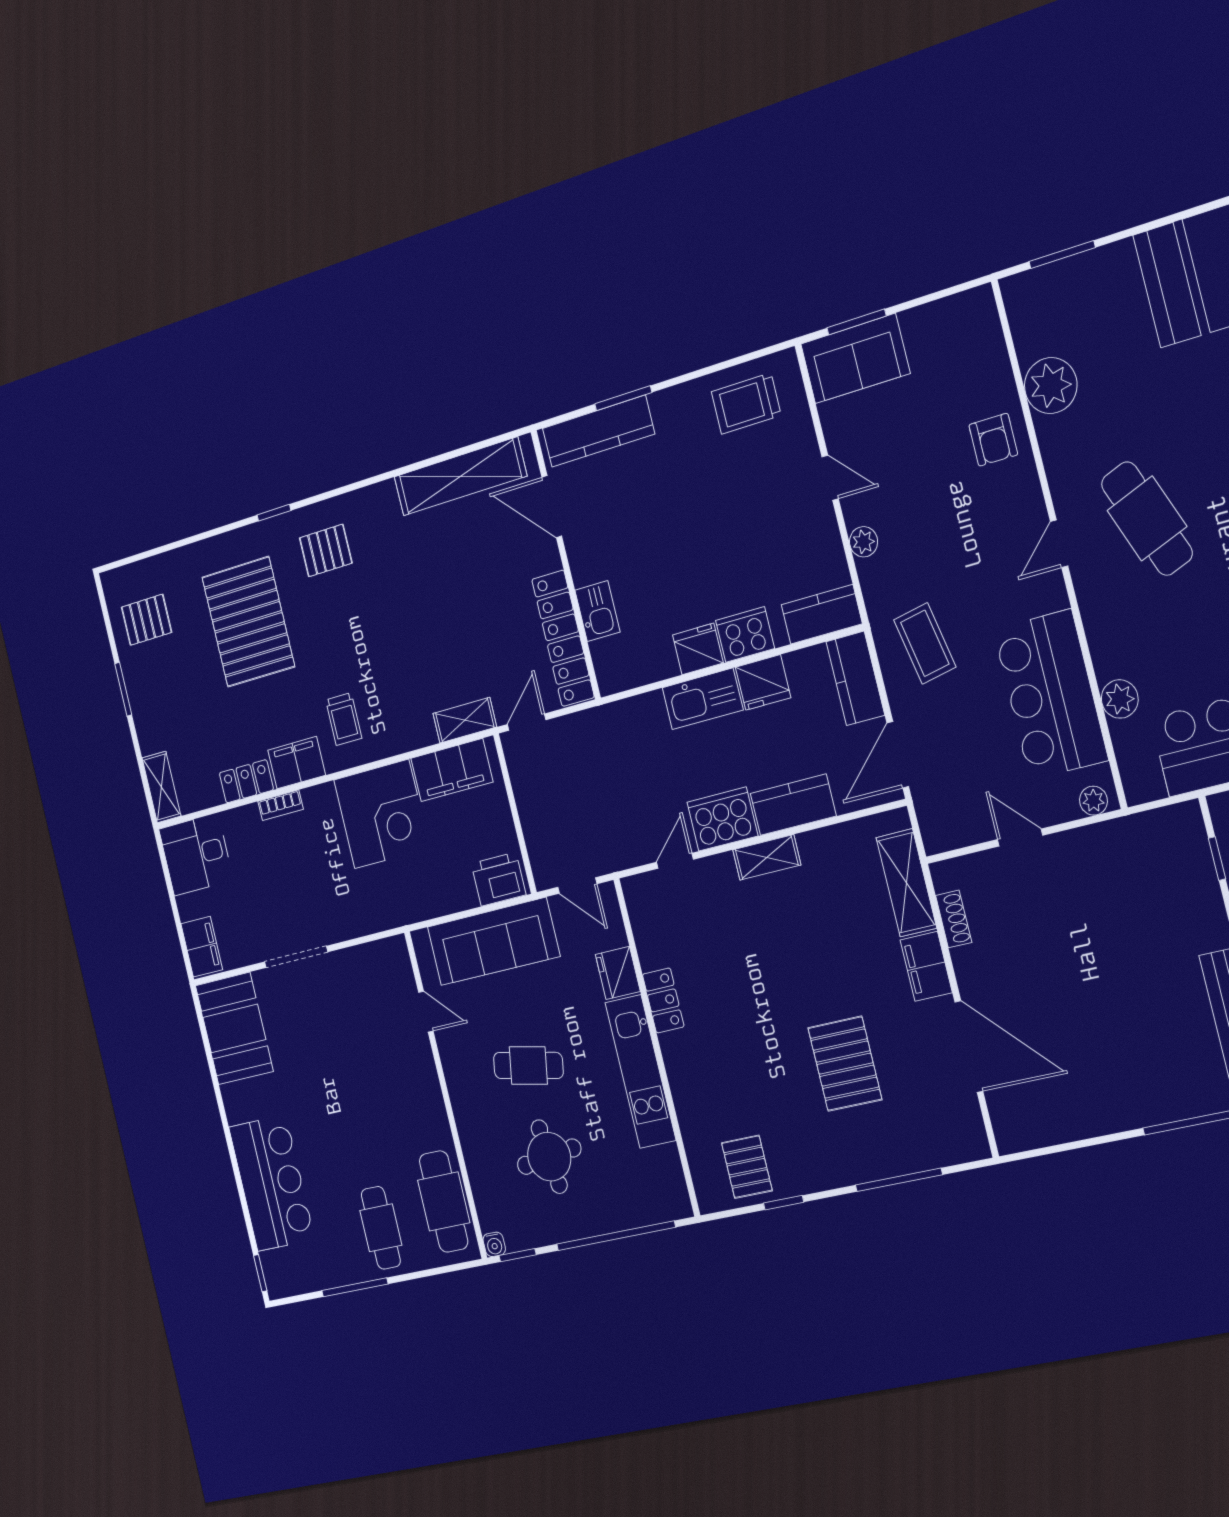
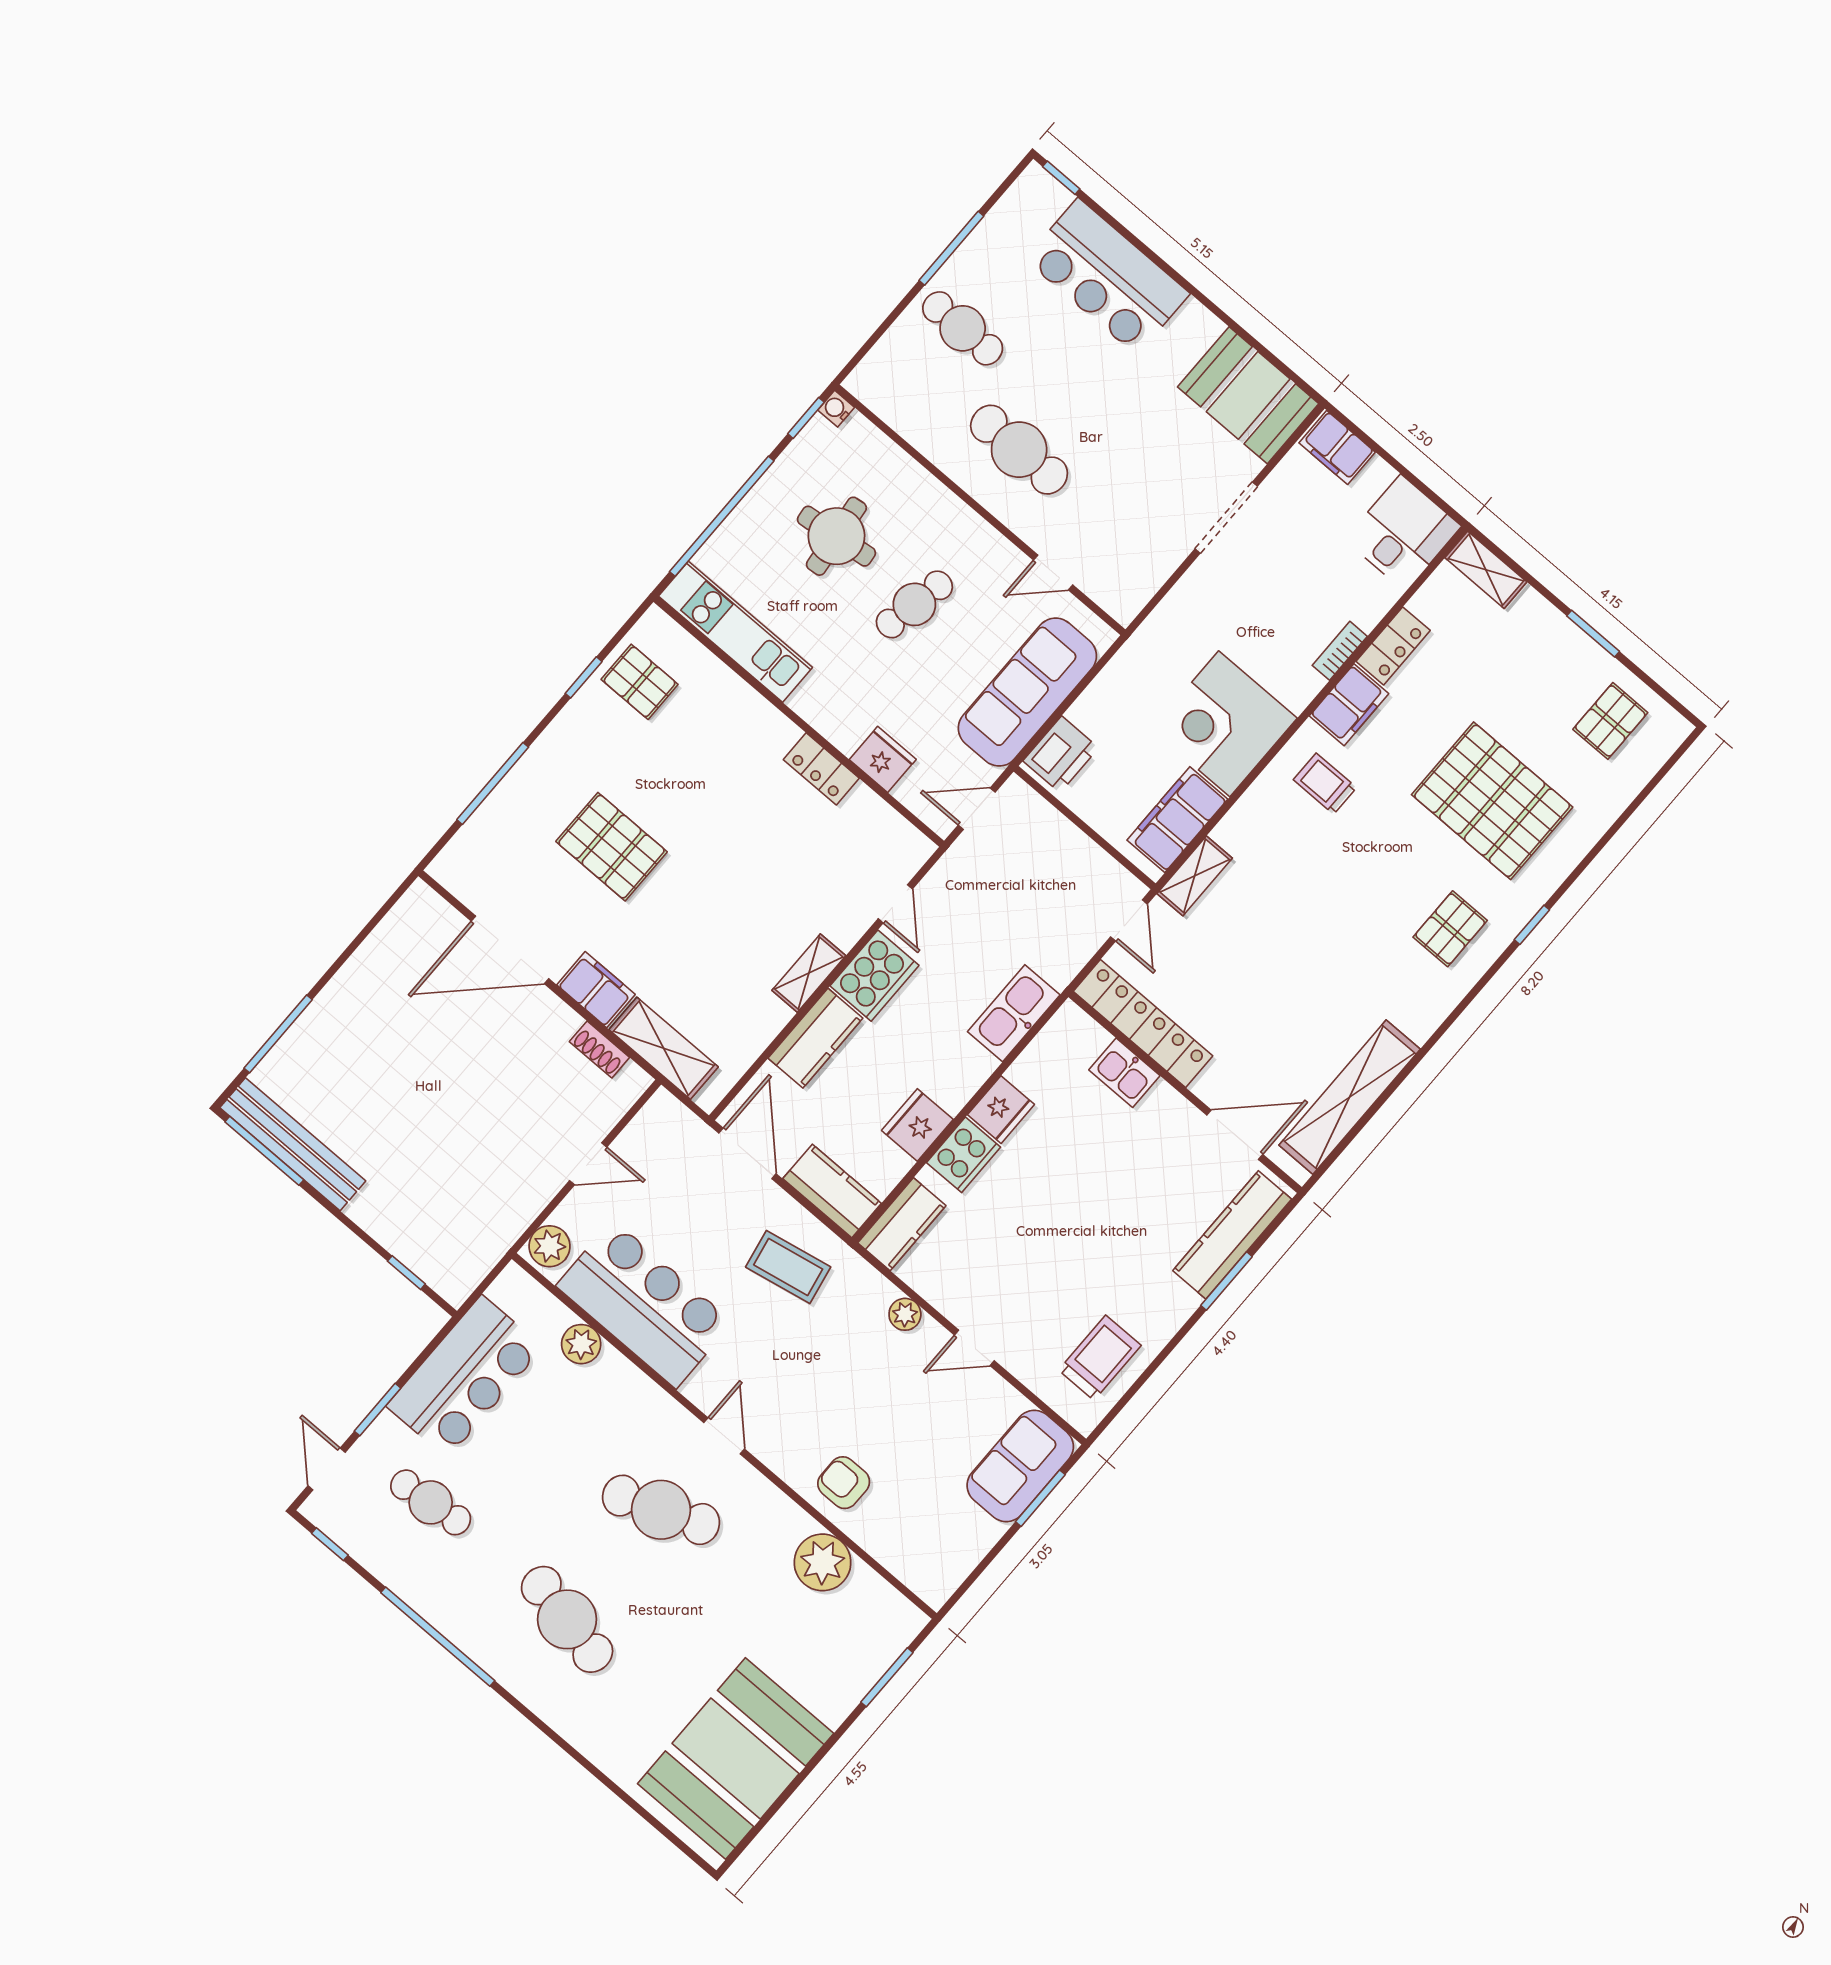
kitchen sink: (703, 699) -> (1014, 1013), moved
plant: (1093, 801) -> (549, 1246), width x1.38, depth x1.38
kitchen unit: (640, 1071) -> (735, 632), moved
cafe table: (444, 1201) -> (1019, 450), moved

